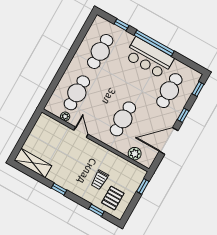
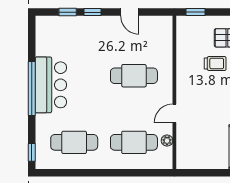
window: (122, 25) -> (32, 152), moved
window: (198, 89) -> (68, 12), moved
cafe table: (169, 91) -> (74, 42), removed
door: (169, 141) -> (130, 12), width x0.53
plant: (135, 154) -> (165, 41), removed

